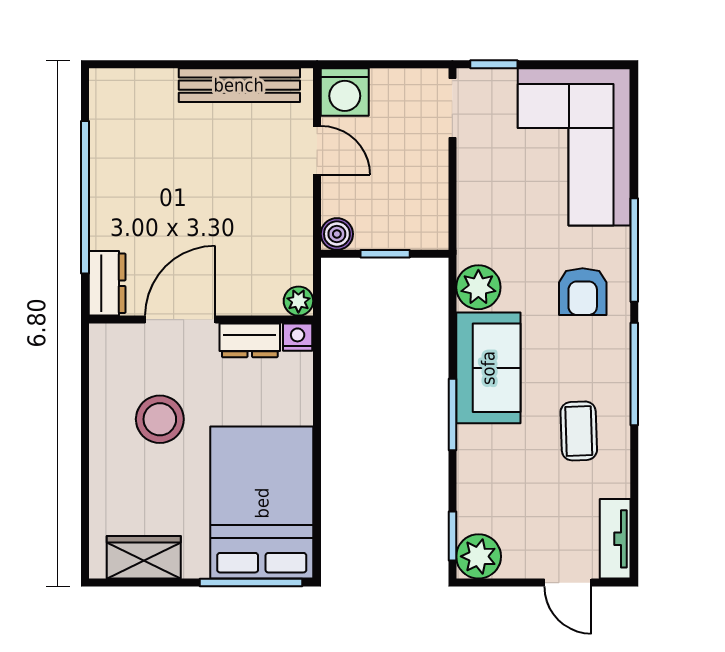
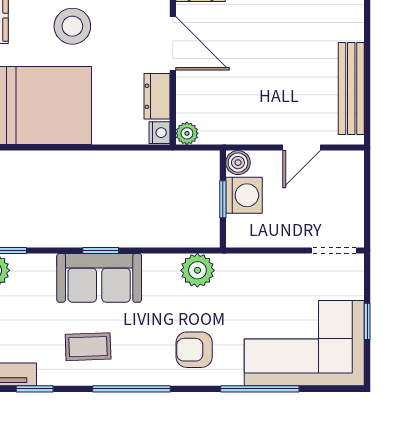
window: (494, 64) -> (367, 321), moved
washing machine: (345, 92) -> (244, 195), moved, turned 180
window: (634, 250) -> (260, 389), moved
sofa: (488, 368) -> (99, 278), moved
window: (452, 414) -> (101, 251), width x0.67
stool: (160, 419) -> (72, 26), moved
window: (634, 501) -> (35, 389), added

